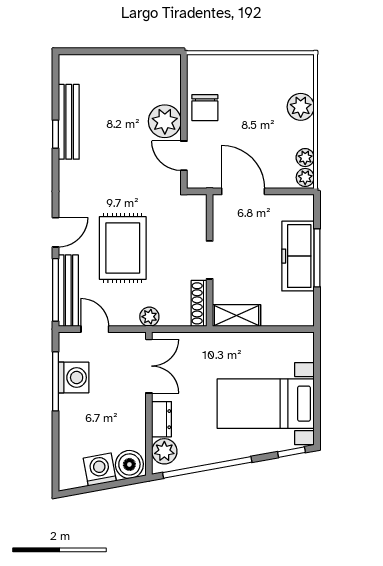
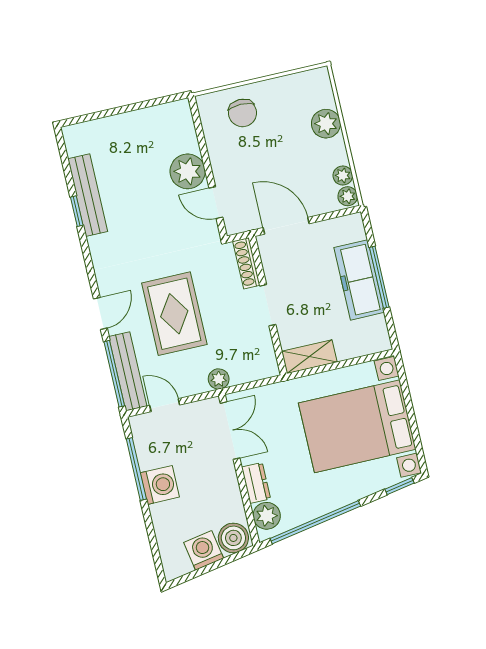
chair: (205, 108) -> (242, 113), moved
shoe rack: (199, 303) -> (246, 263), moved
washing machine: (74, 378) -> (160, 485), moved
bed with nightstands: (266, 404) -> (357, 426), width x1.36

